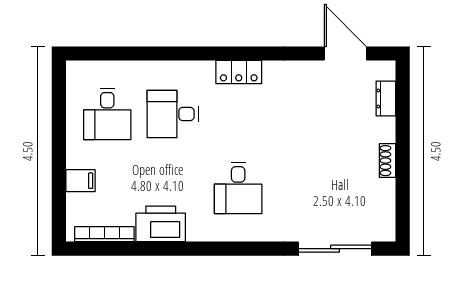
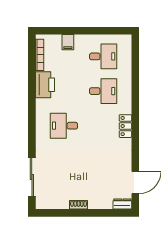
dresser: (386, 99) -> (122, 204), moved
desk: (107, 114) -> (103, 56), turned 180
desk: (173, 114) -> (103, 91), turned 90

